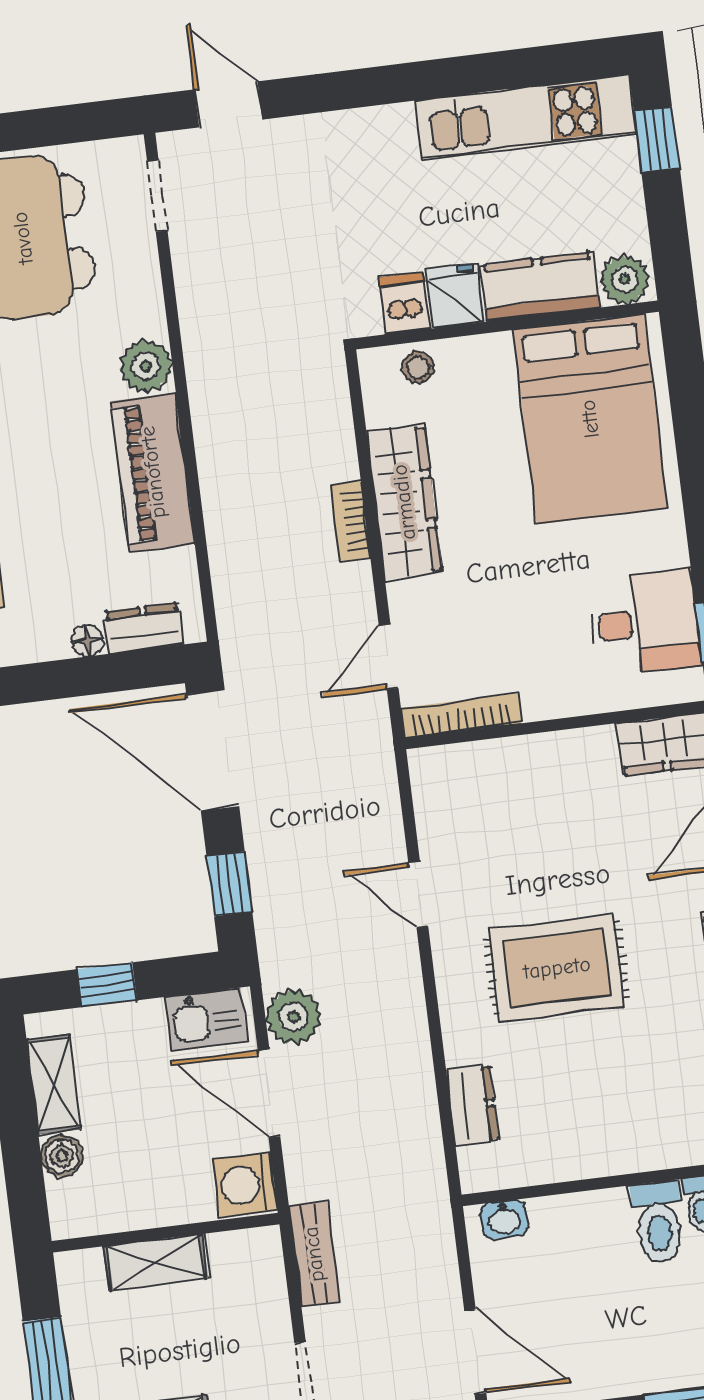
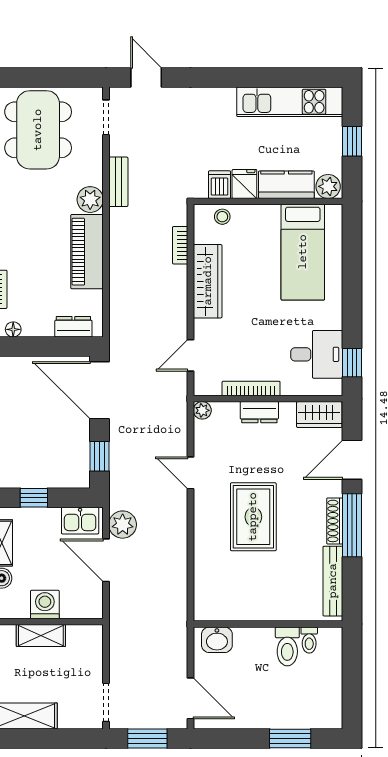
window: (657, 139) -> (352, 141), moved
bed: (590, 419) -> (303, 252), width x0.67
bookcase: (350, 521) -> (180, 245), moved
floor lamp: (88, 641) -> (13, 329), moved
bookcase: (461, 716) -> (251, 388), moved
plant: (426, 765) -> (202, 410), added
rug: (557, 968) -> (253, 517), turned 90
dresser: (472, 1105) -> (259, 412), moved, turned 90
washing machine: (245, 1184) -> (45, 605), moved, turned 90
washbasin: (504, 1219) -> (217, 640), width x1.38, depth x1.45
bench: (314, 1254) -> (118, 182), moved

